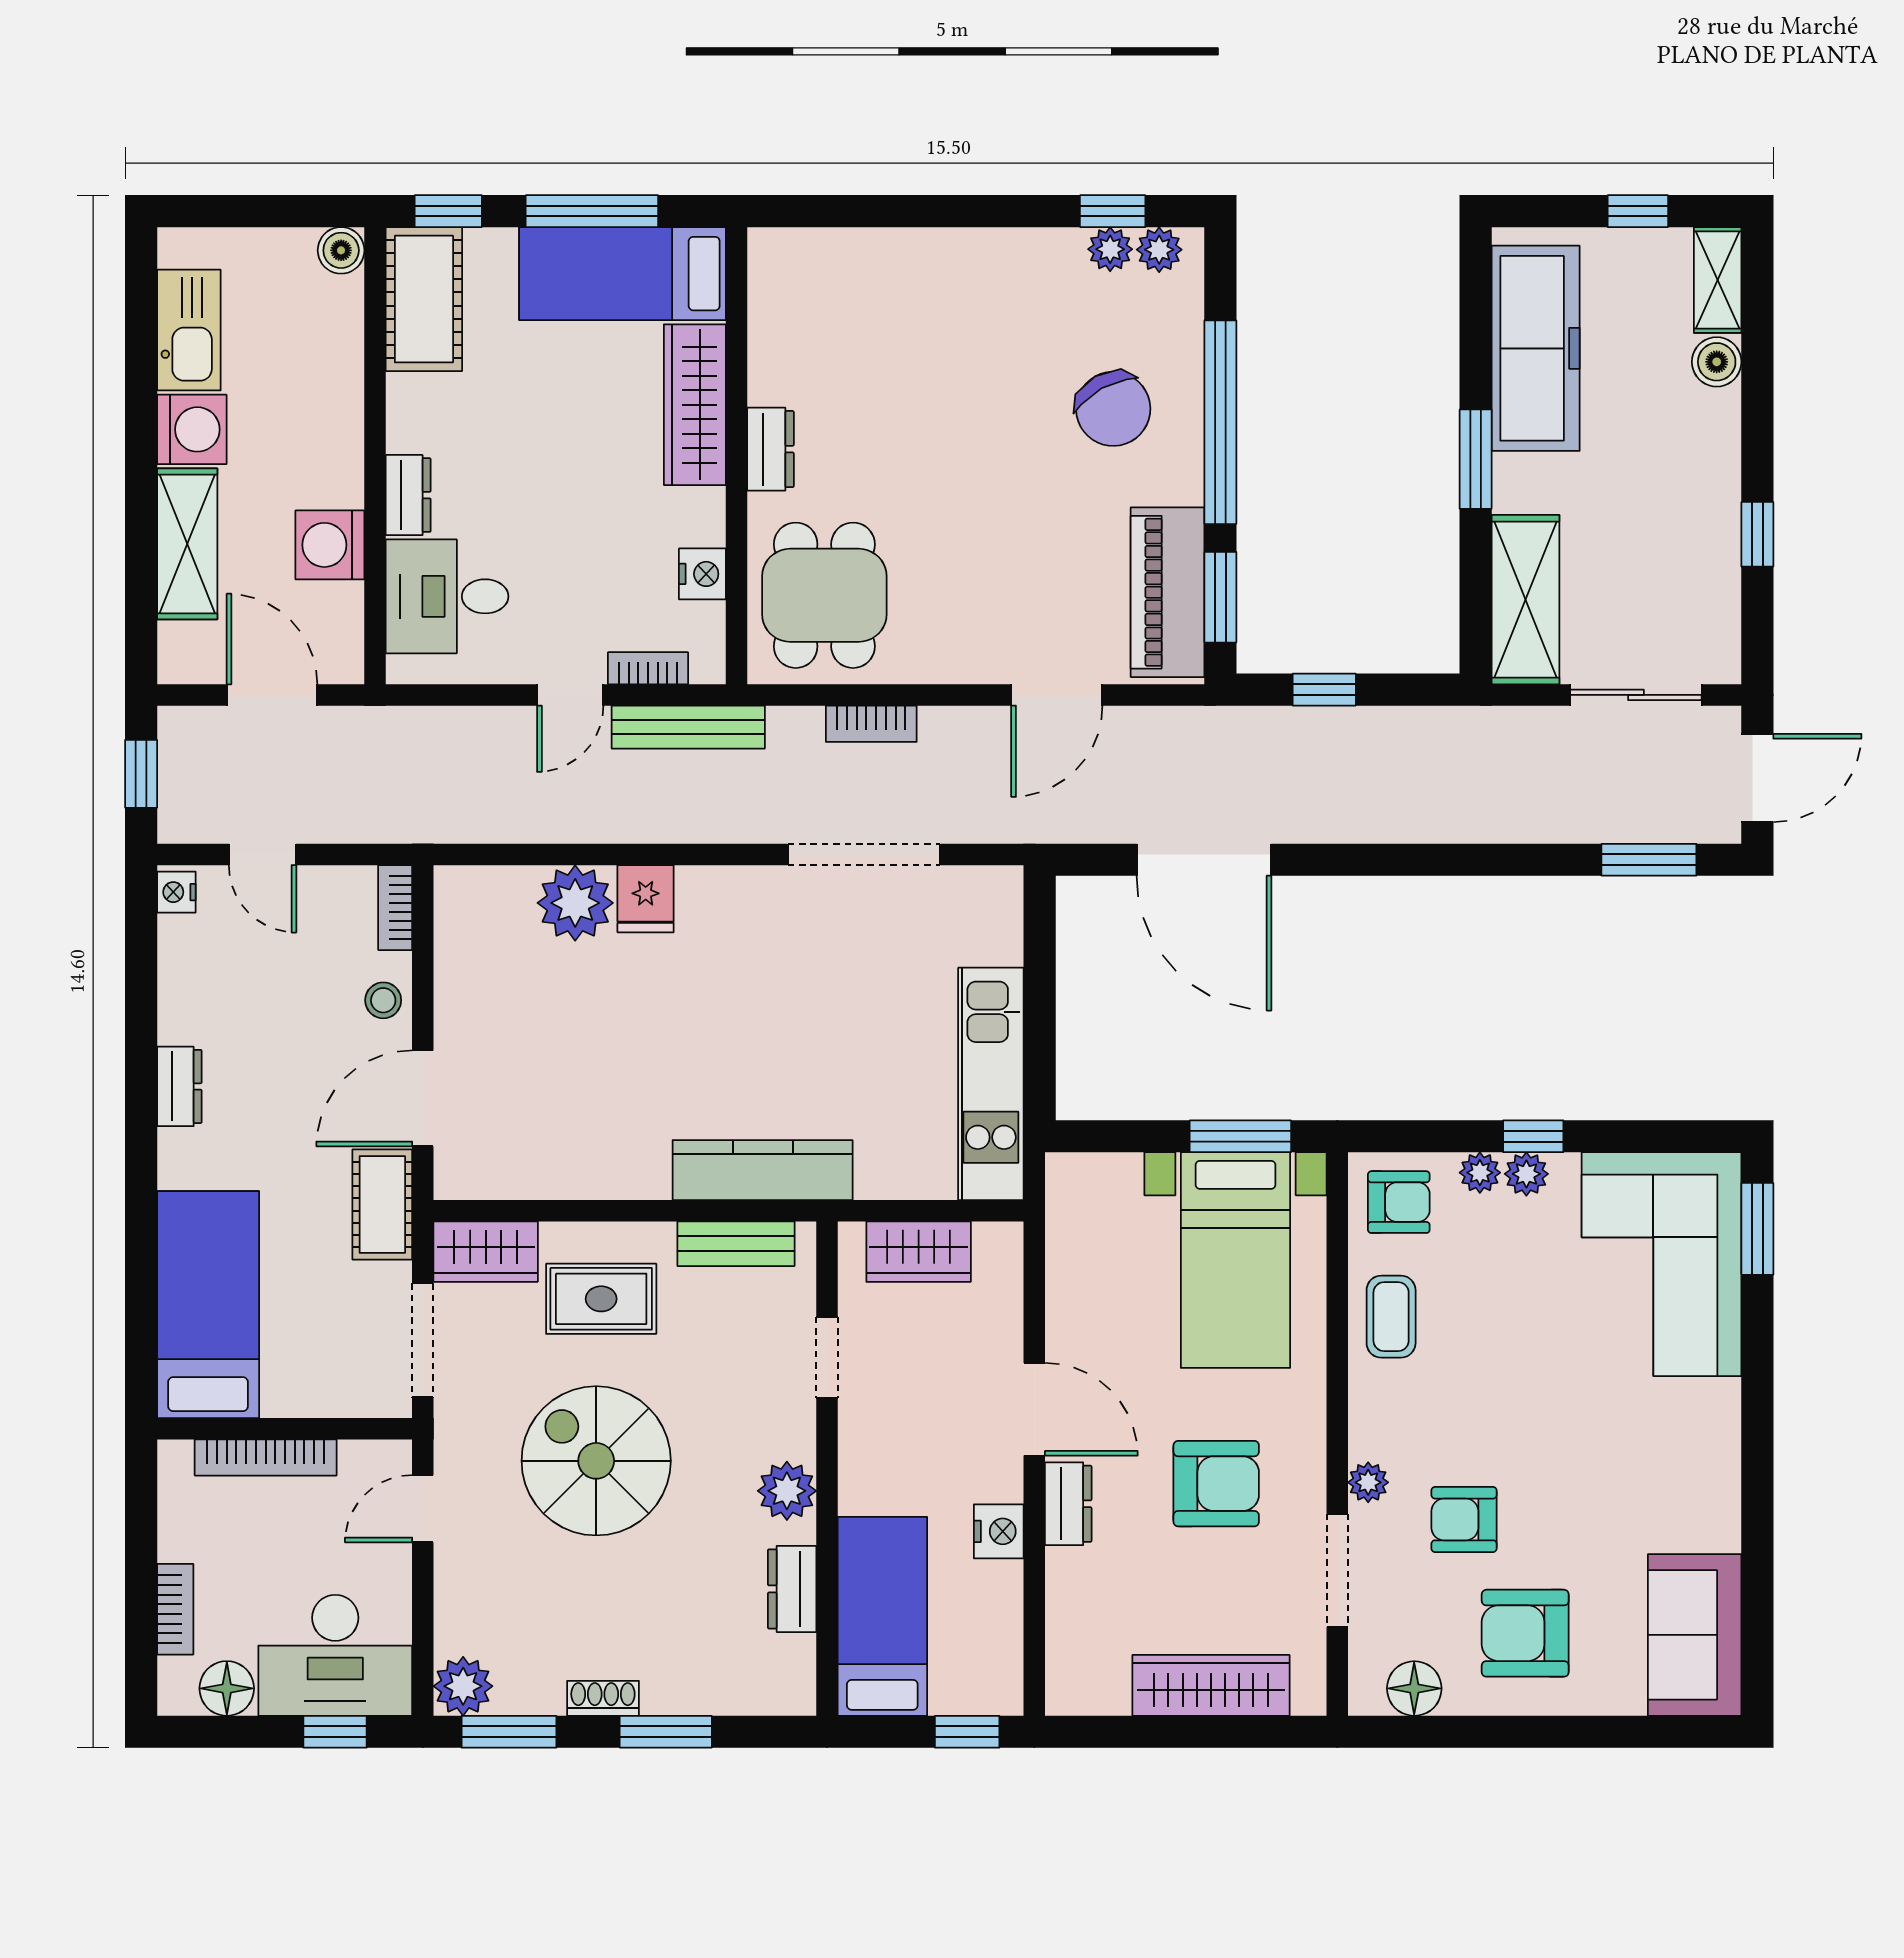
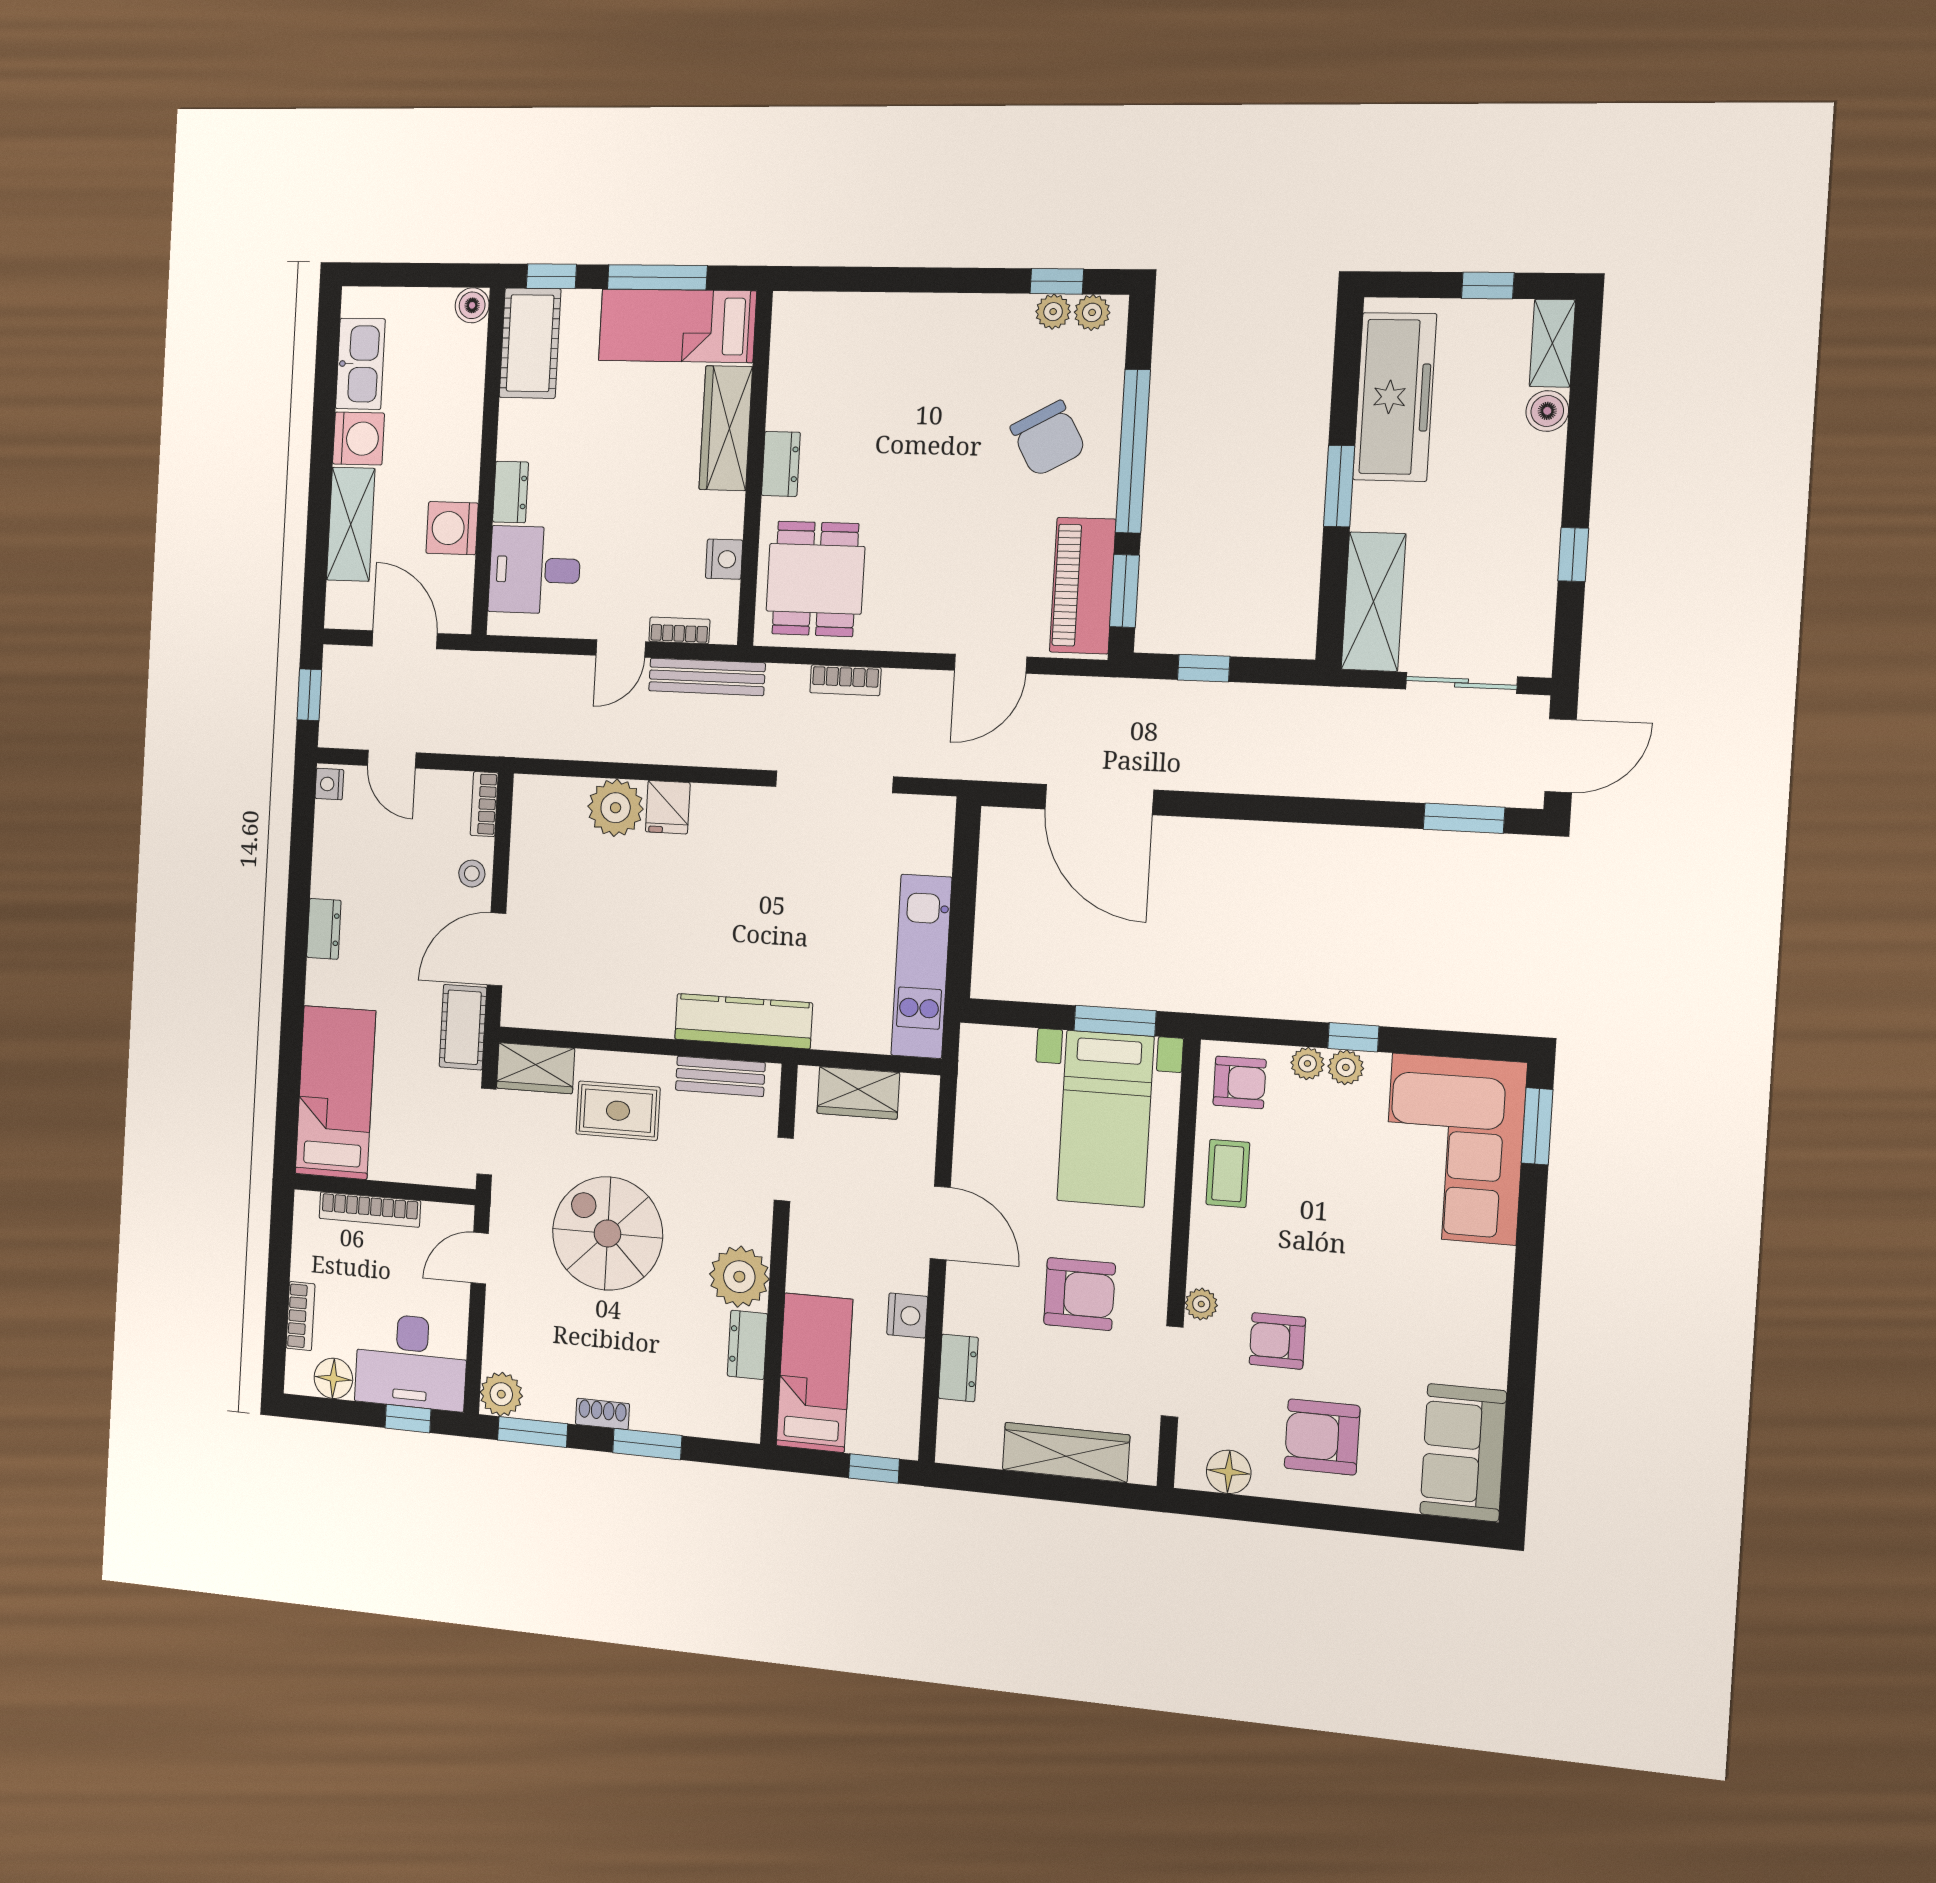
plant: (787, 1491) -> (739, 1277), width x1.36, depth x1.36
dresser: (1068, 1504) -> (958, 1368), moved

